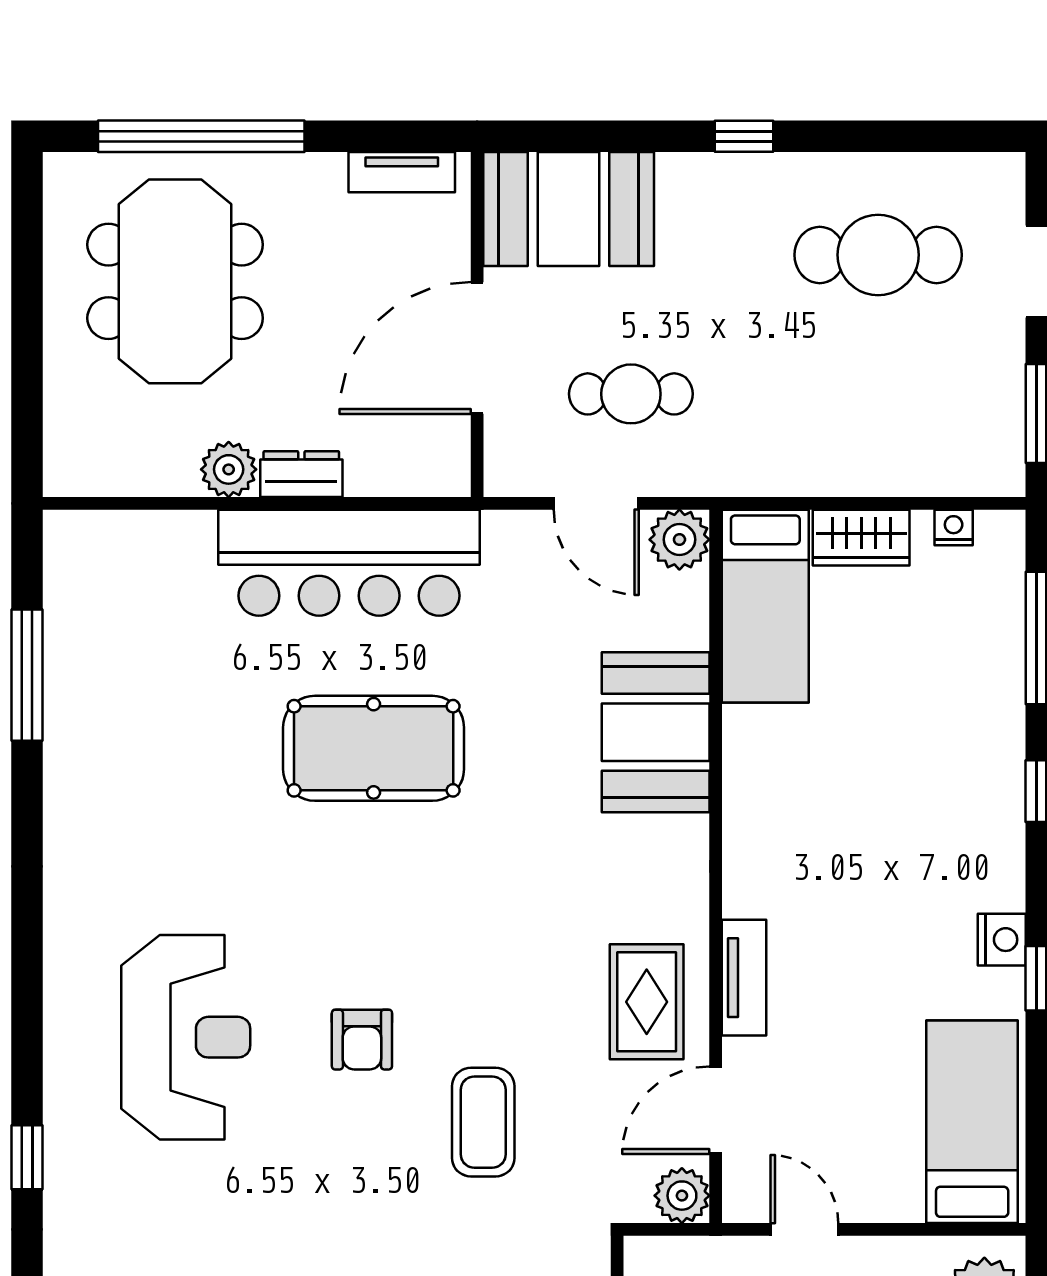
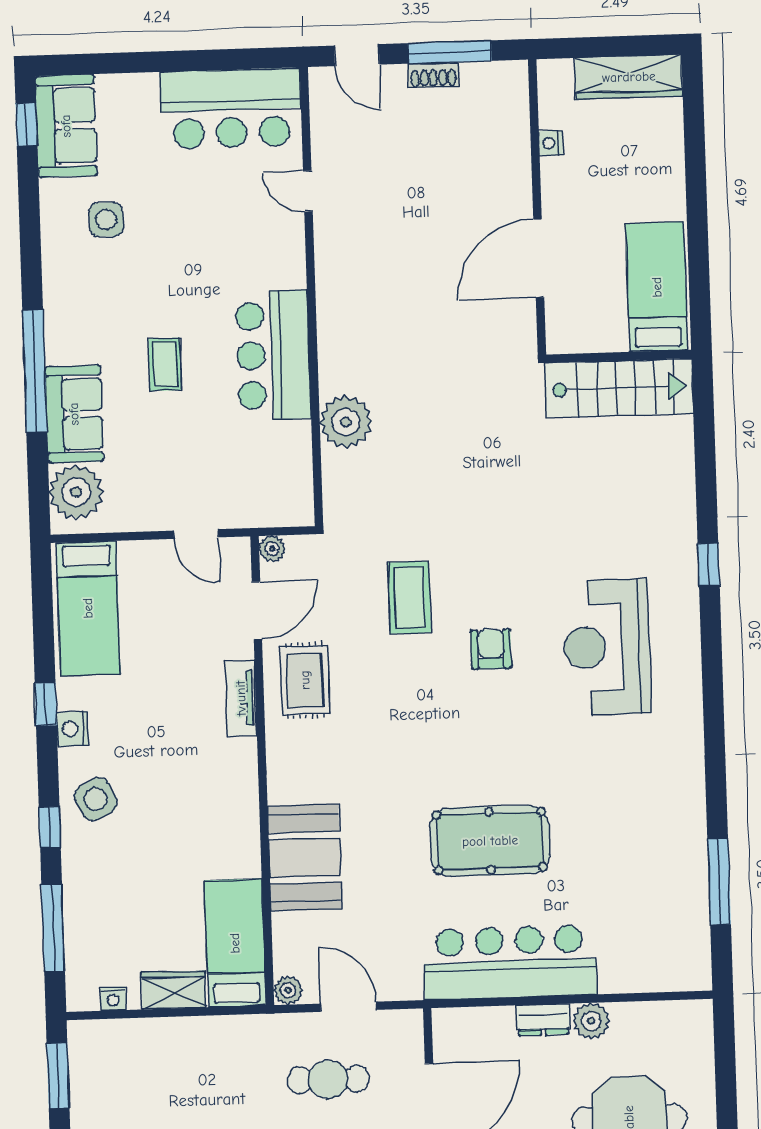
plant: (679, 540) -> (288, 990), width x0.73, depth x0.73
side table: (970, 832) -> (96, 799), added
plant: (682, 1196) -> (272, 549), width x0.73, depth x0.73

